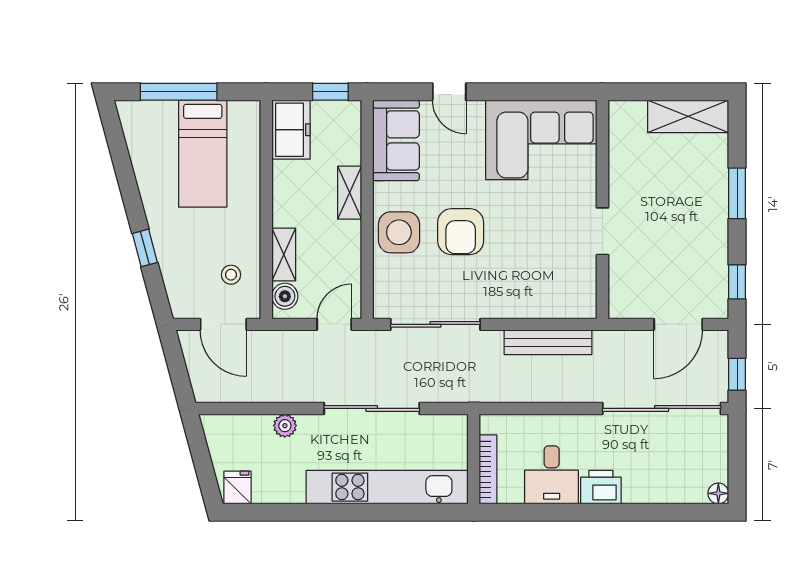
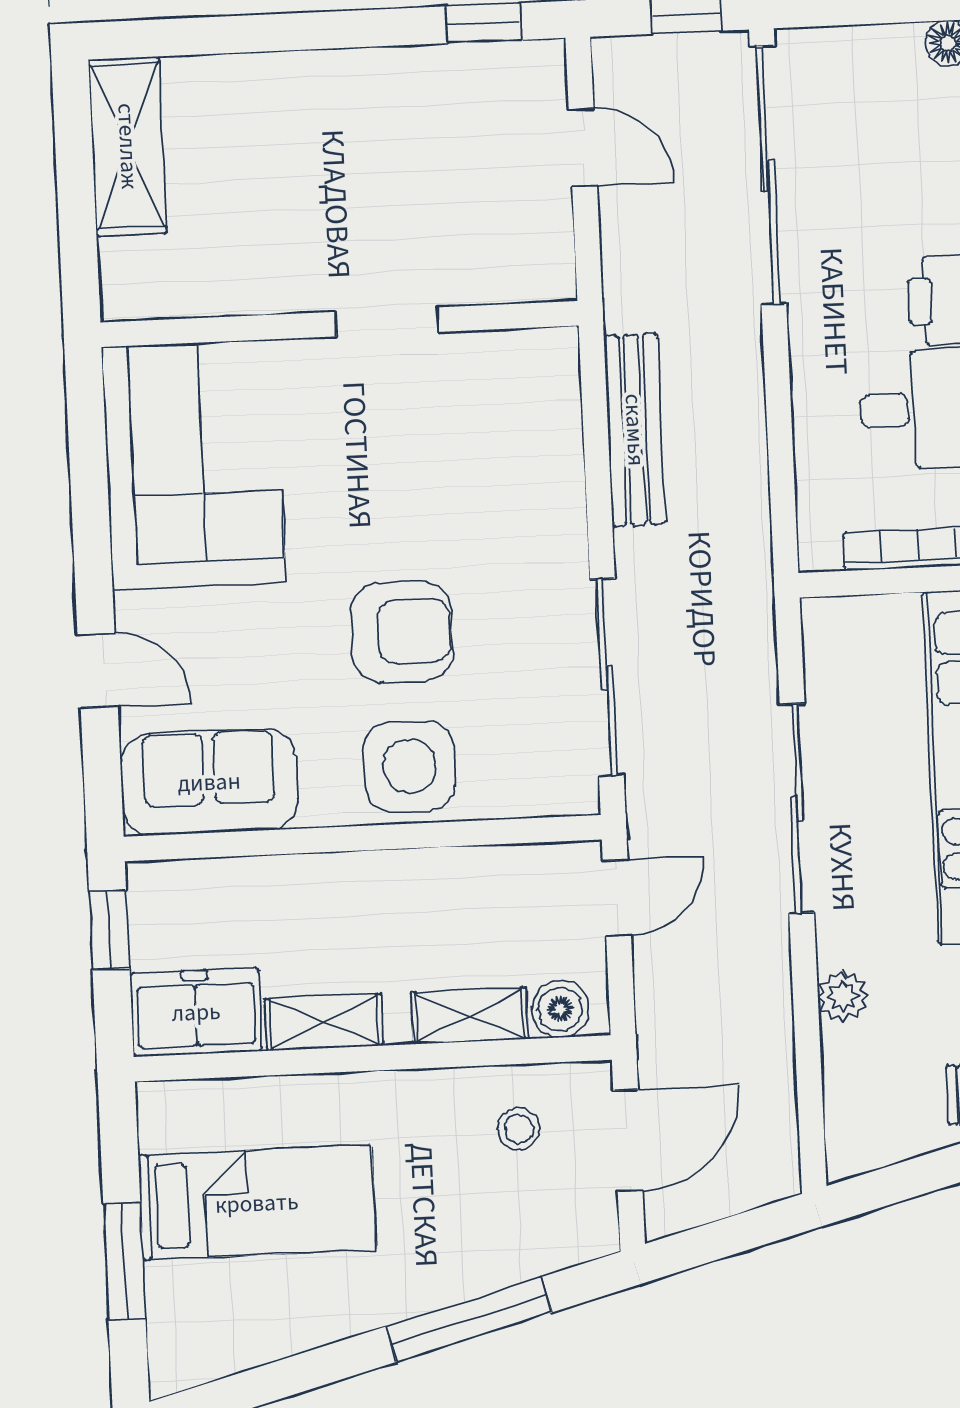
window: (179, 92) -> (124, 1261), width x0.69
door: (449, 92) -> (98, 671), hinge flipped
shelving: (350, 193) -> (324, 1022), moved
window: (737, 193) -> (291, 32), removed
window: (145, 248) -> (469, 1320), width x2.17
door: (334, 324) -> (617, 898), swing flipped
door: (678, 324) -> (583, 148), width x0.73

